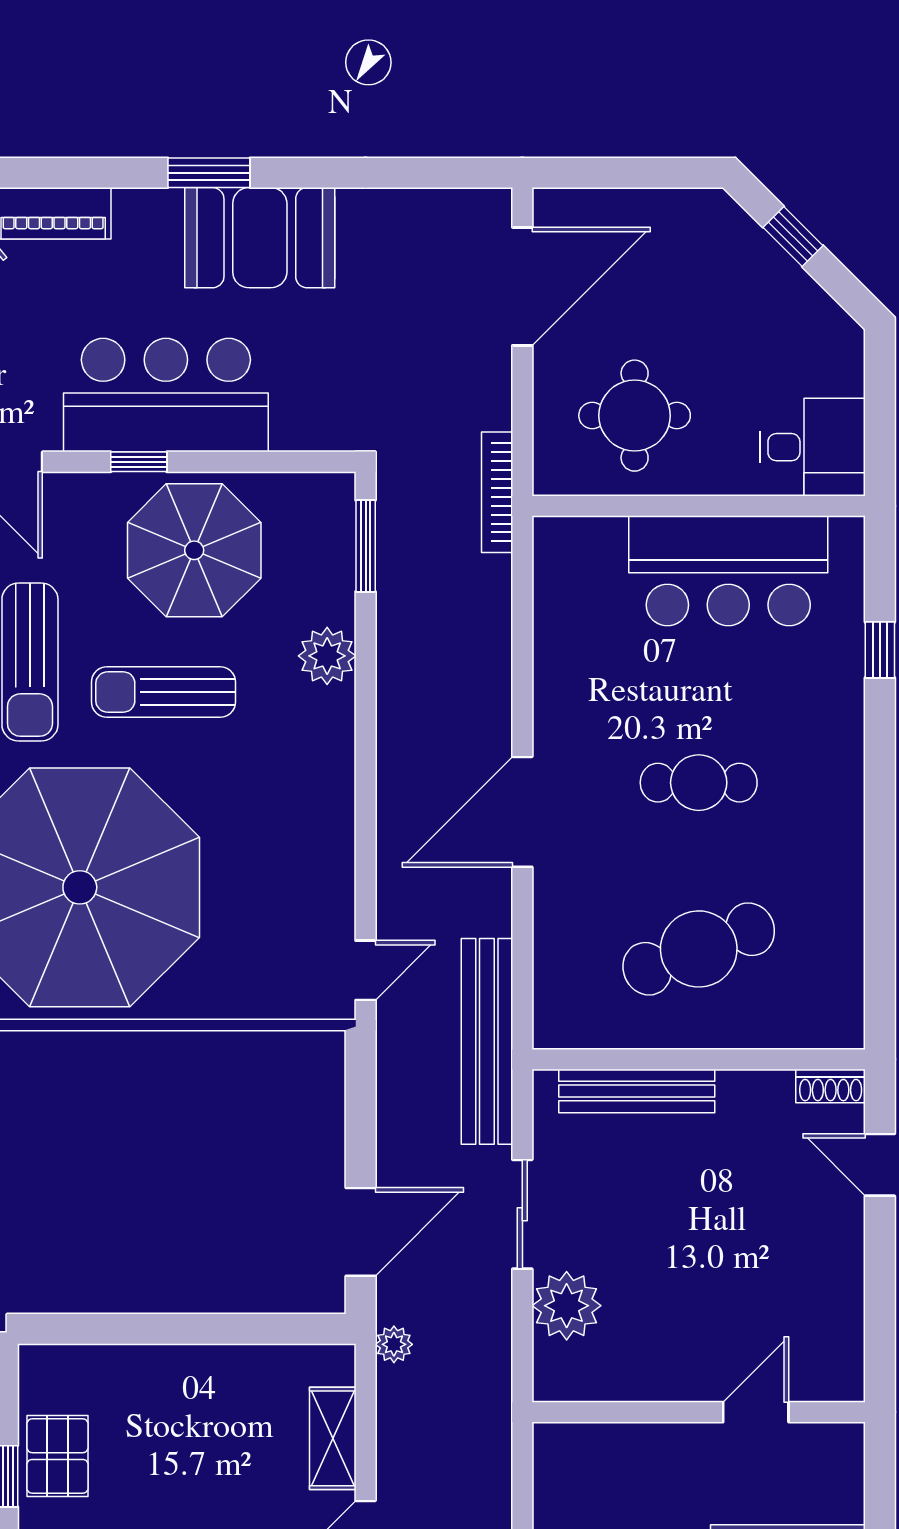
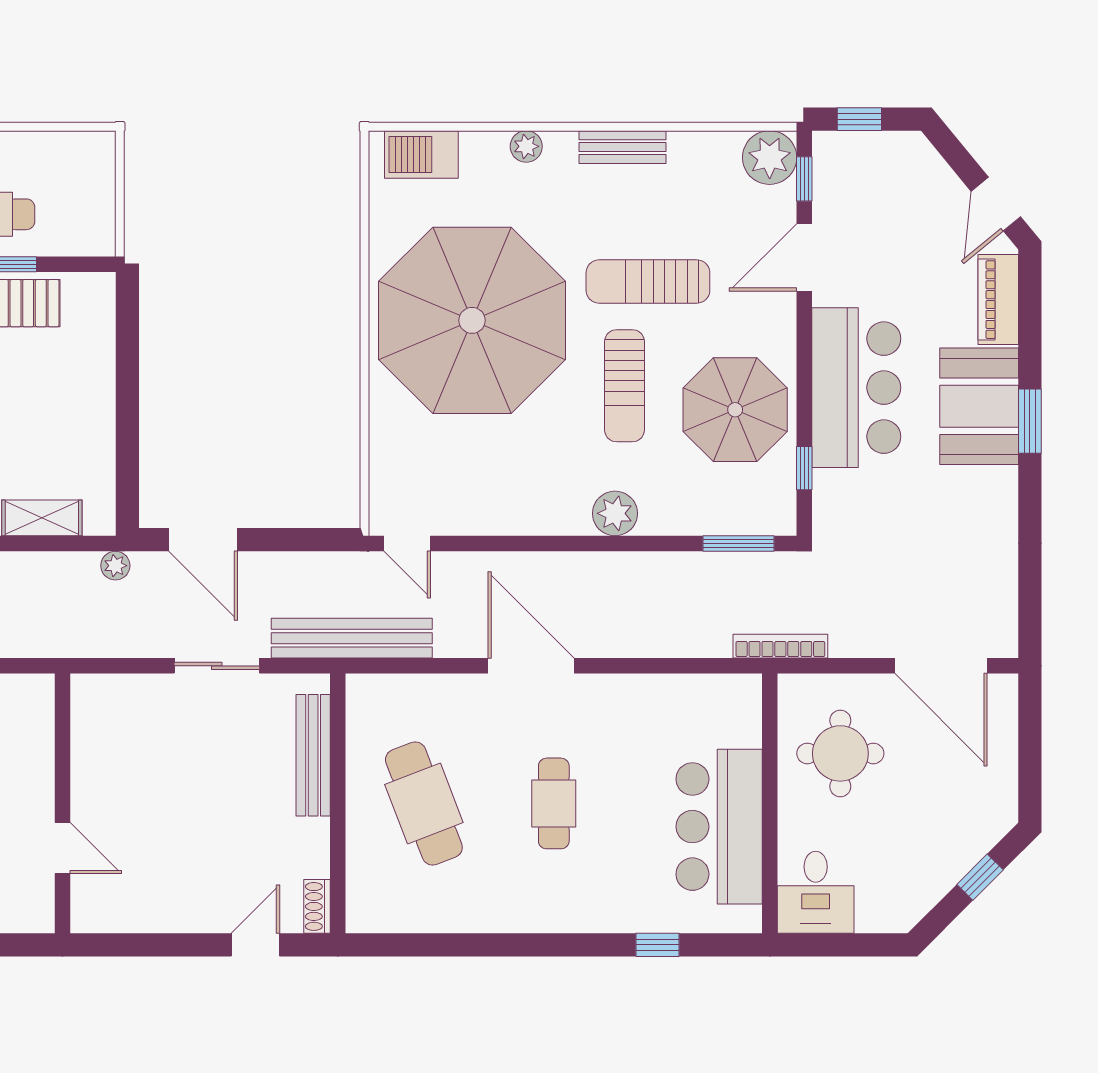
booth: (260, 238) -> (979, 406), moved
window: (139, 462) -> (804, 468), moved
plant: (327, 656) -> (615, 513), moved
sun lounger: (163, 692) -> (625, 386), turned 180
plant: (567, 1306) -> (145, 700), removed

